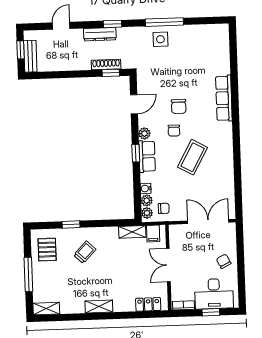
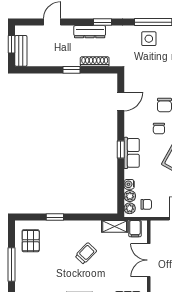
window: (111, 73) -> (71, 70), moved
plant: (144, 133) -> (130, 130), removed
trolley: (85, 252) -> (86, 253), moved

